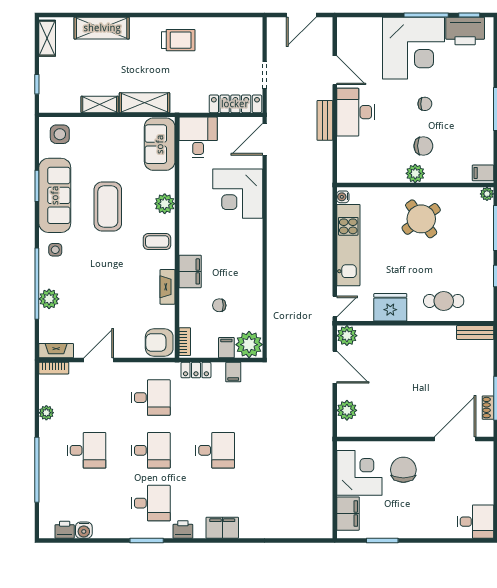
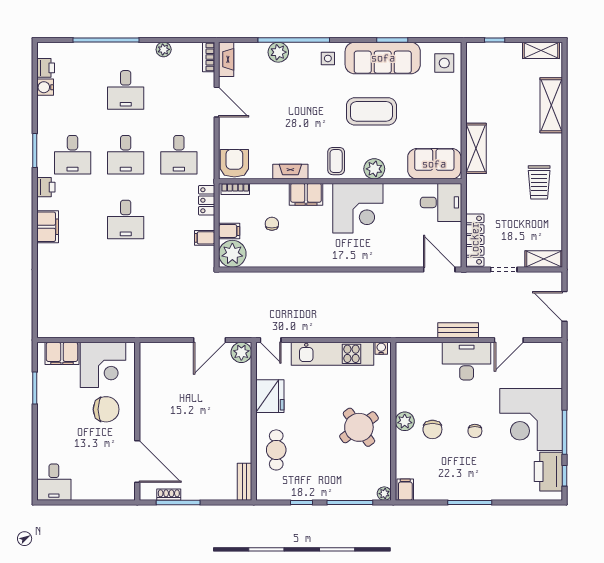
shelving: (100, 104) -> (544, 259), moved, turned 90
corner desk: (238, 194) -> (358, 208), moved, turned 180
plant: (347, 410) -> (166, 352), removed

